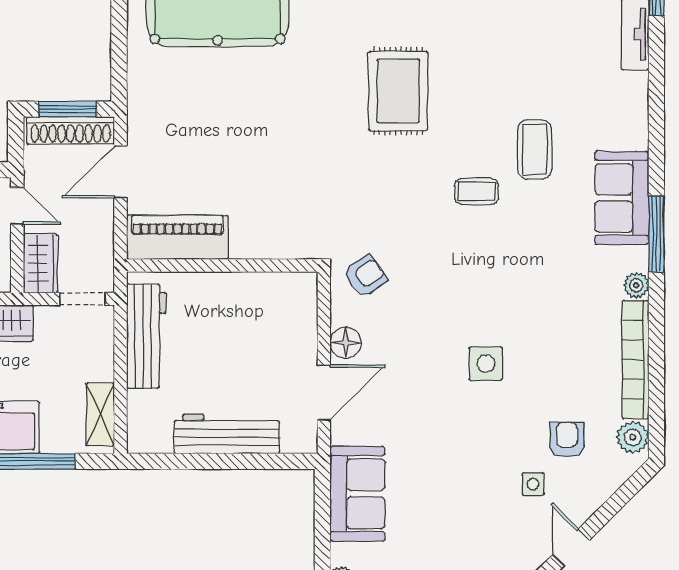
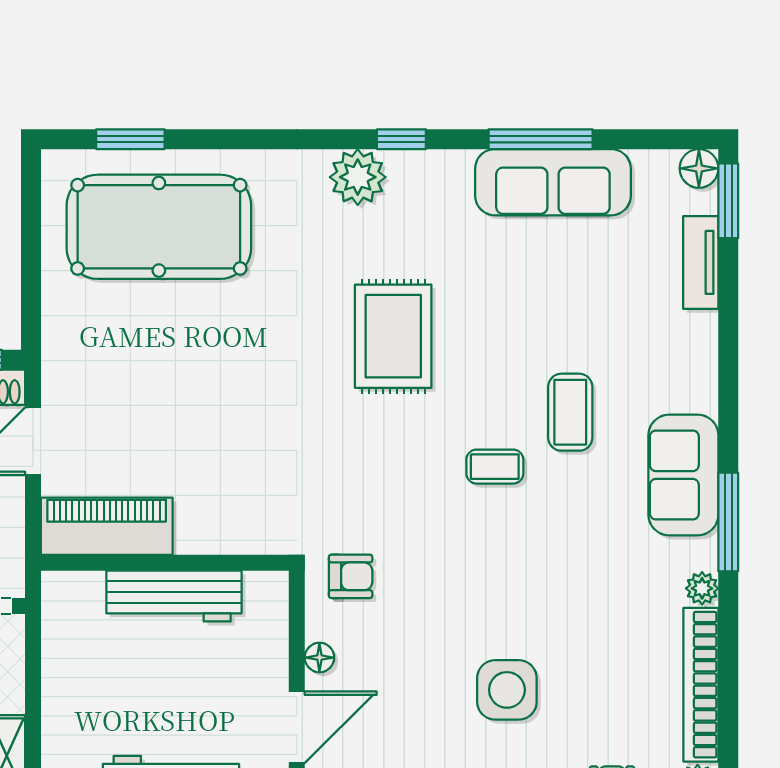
armchair: (365, 276) -> (351, 576), turned 35
workbench: (146, 336) -> (174, 596), moved, turned 90
floor lamp: (346, 343) -> (319, 658), width x0.73, depth x0.73
side table: (486, 364) -> (507, 690), width x1.37, depth x1.37

